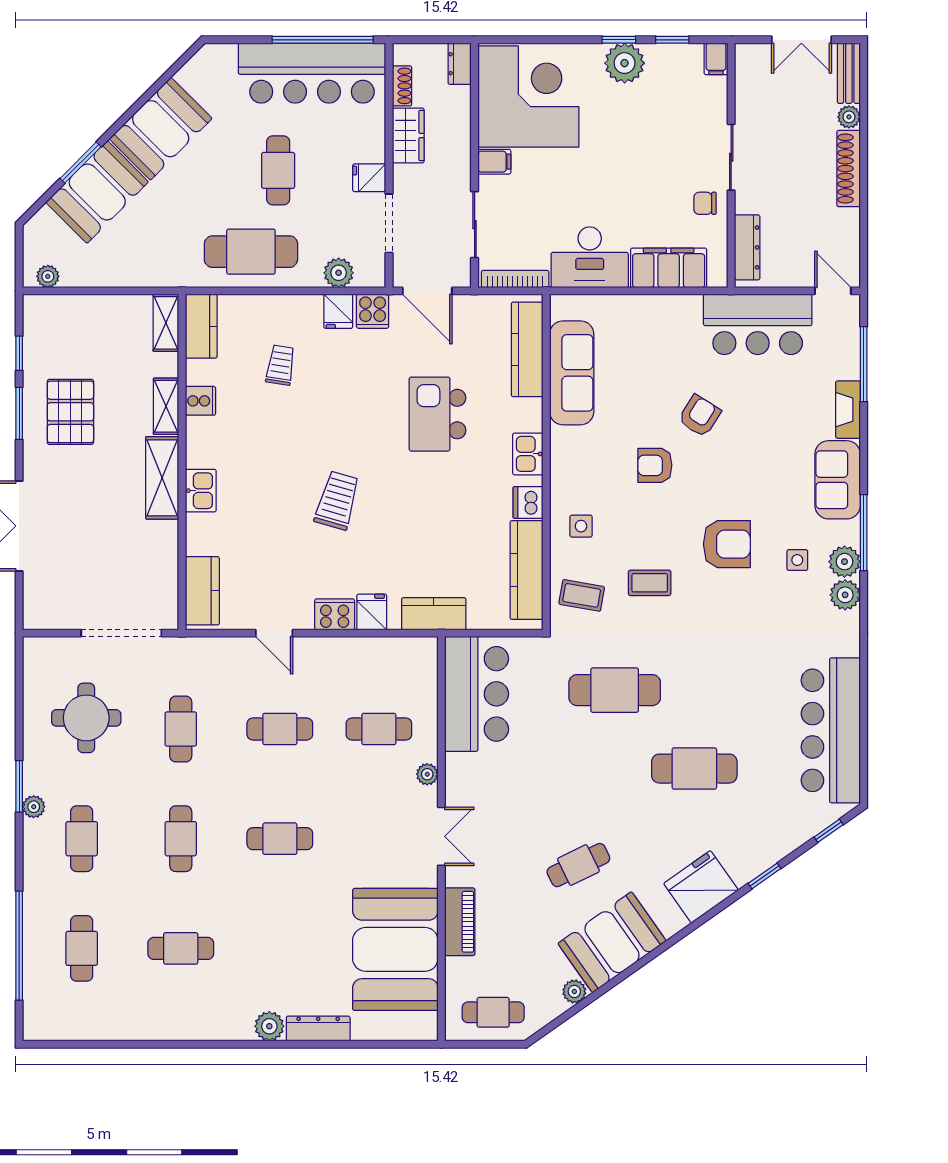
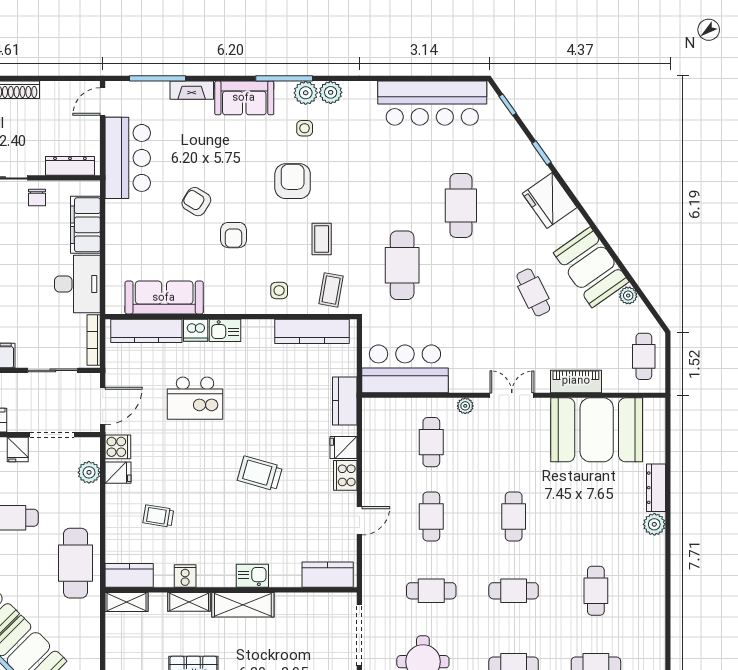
cafe table: (251, 252) -> (75, 563), moved
dishwasher: (528, 502) -> (196, 330), moved

